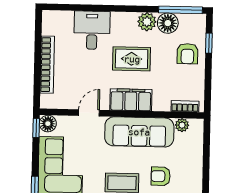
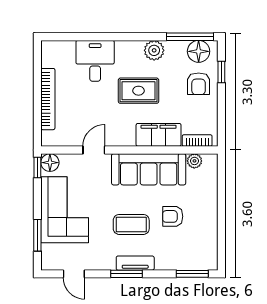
floor lamp: (168, 23) -> (199, 51), moved
filing cabinet: (131, 100) -> (159, 135), moved

